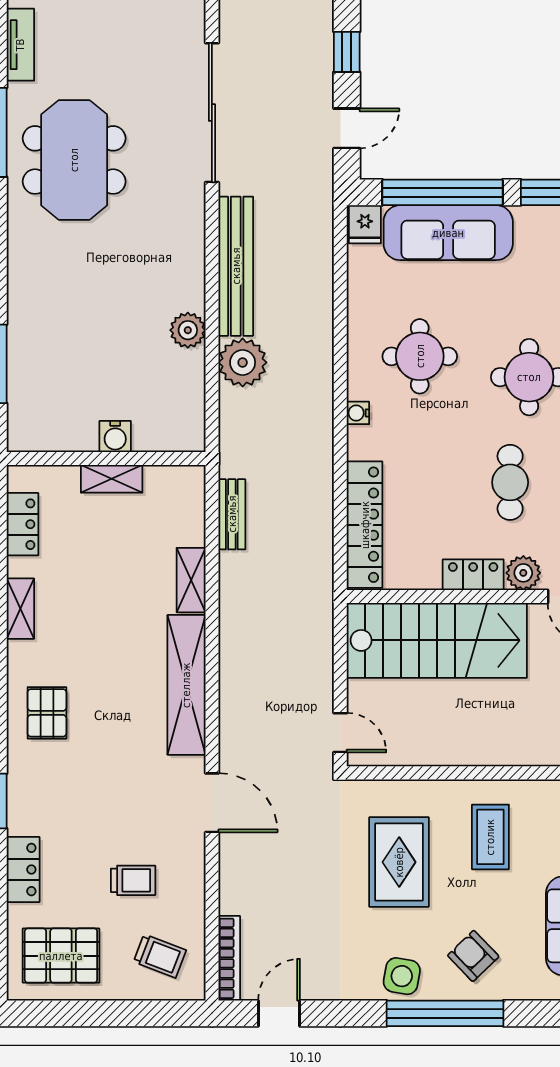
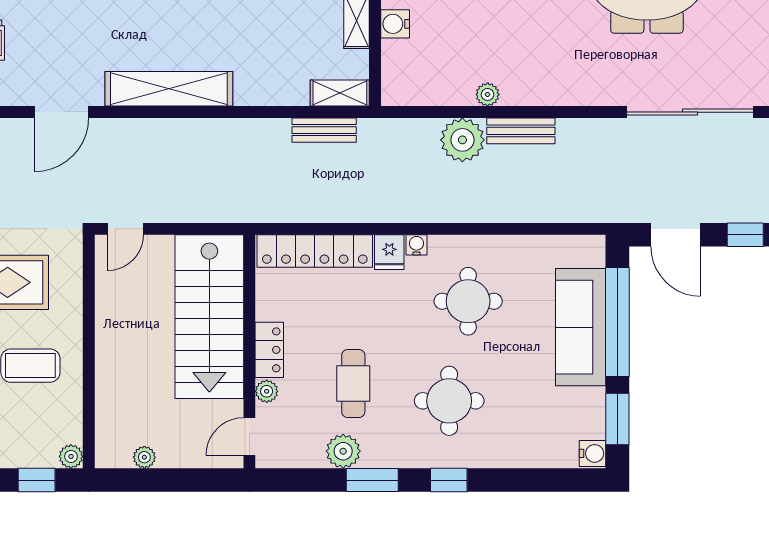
door: (347, 128) -> (676, 235), width x1.38
fridge: (365, 224) -> (389, 252), moved, turned -90
bench: (236, 266) -> (521, 131), width x0.54, depth x0.82
plant: (188, 330) -> (488, 94), width x0.73, depth x0.73
cafe table: (510, 482) -> (353, 384), turned 90
plant: (523, 573) -> (267, 391), width x0.73, depth x0.73
shelving: (191, 580) -> (340, 93), moved

